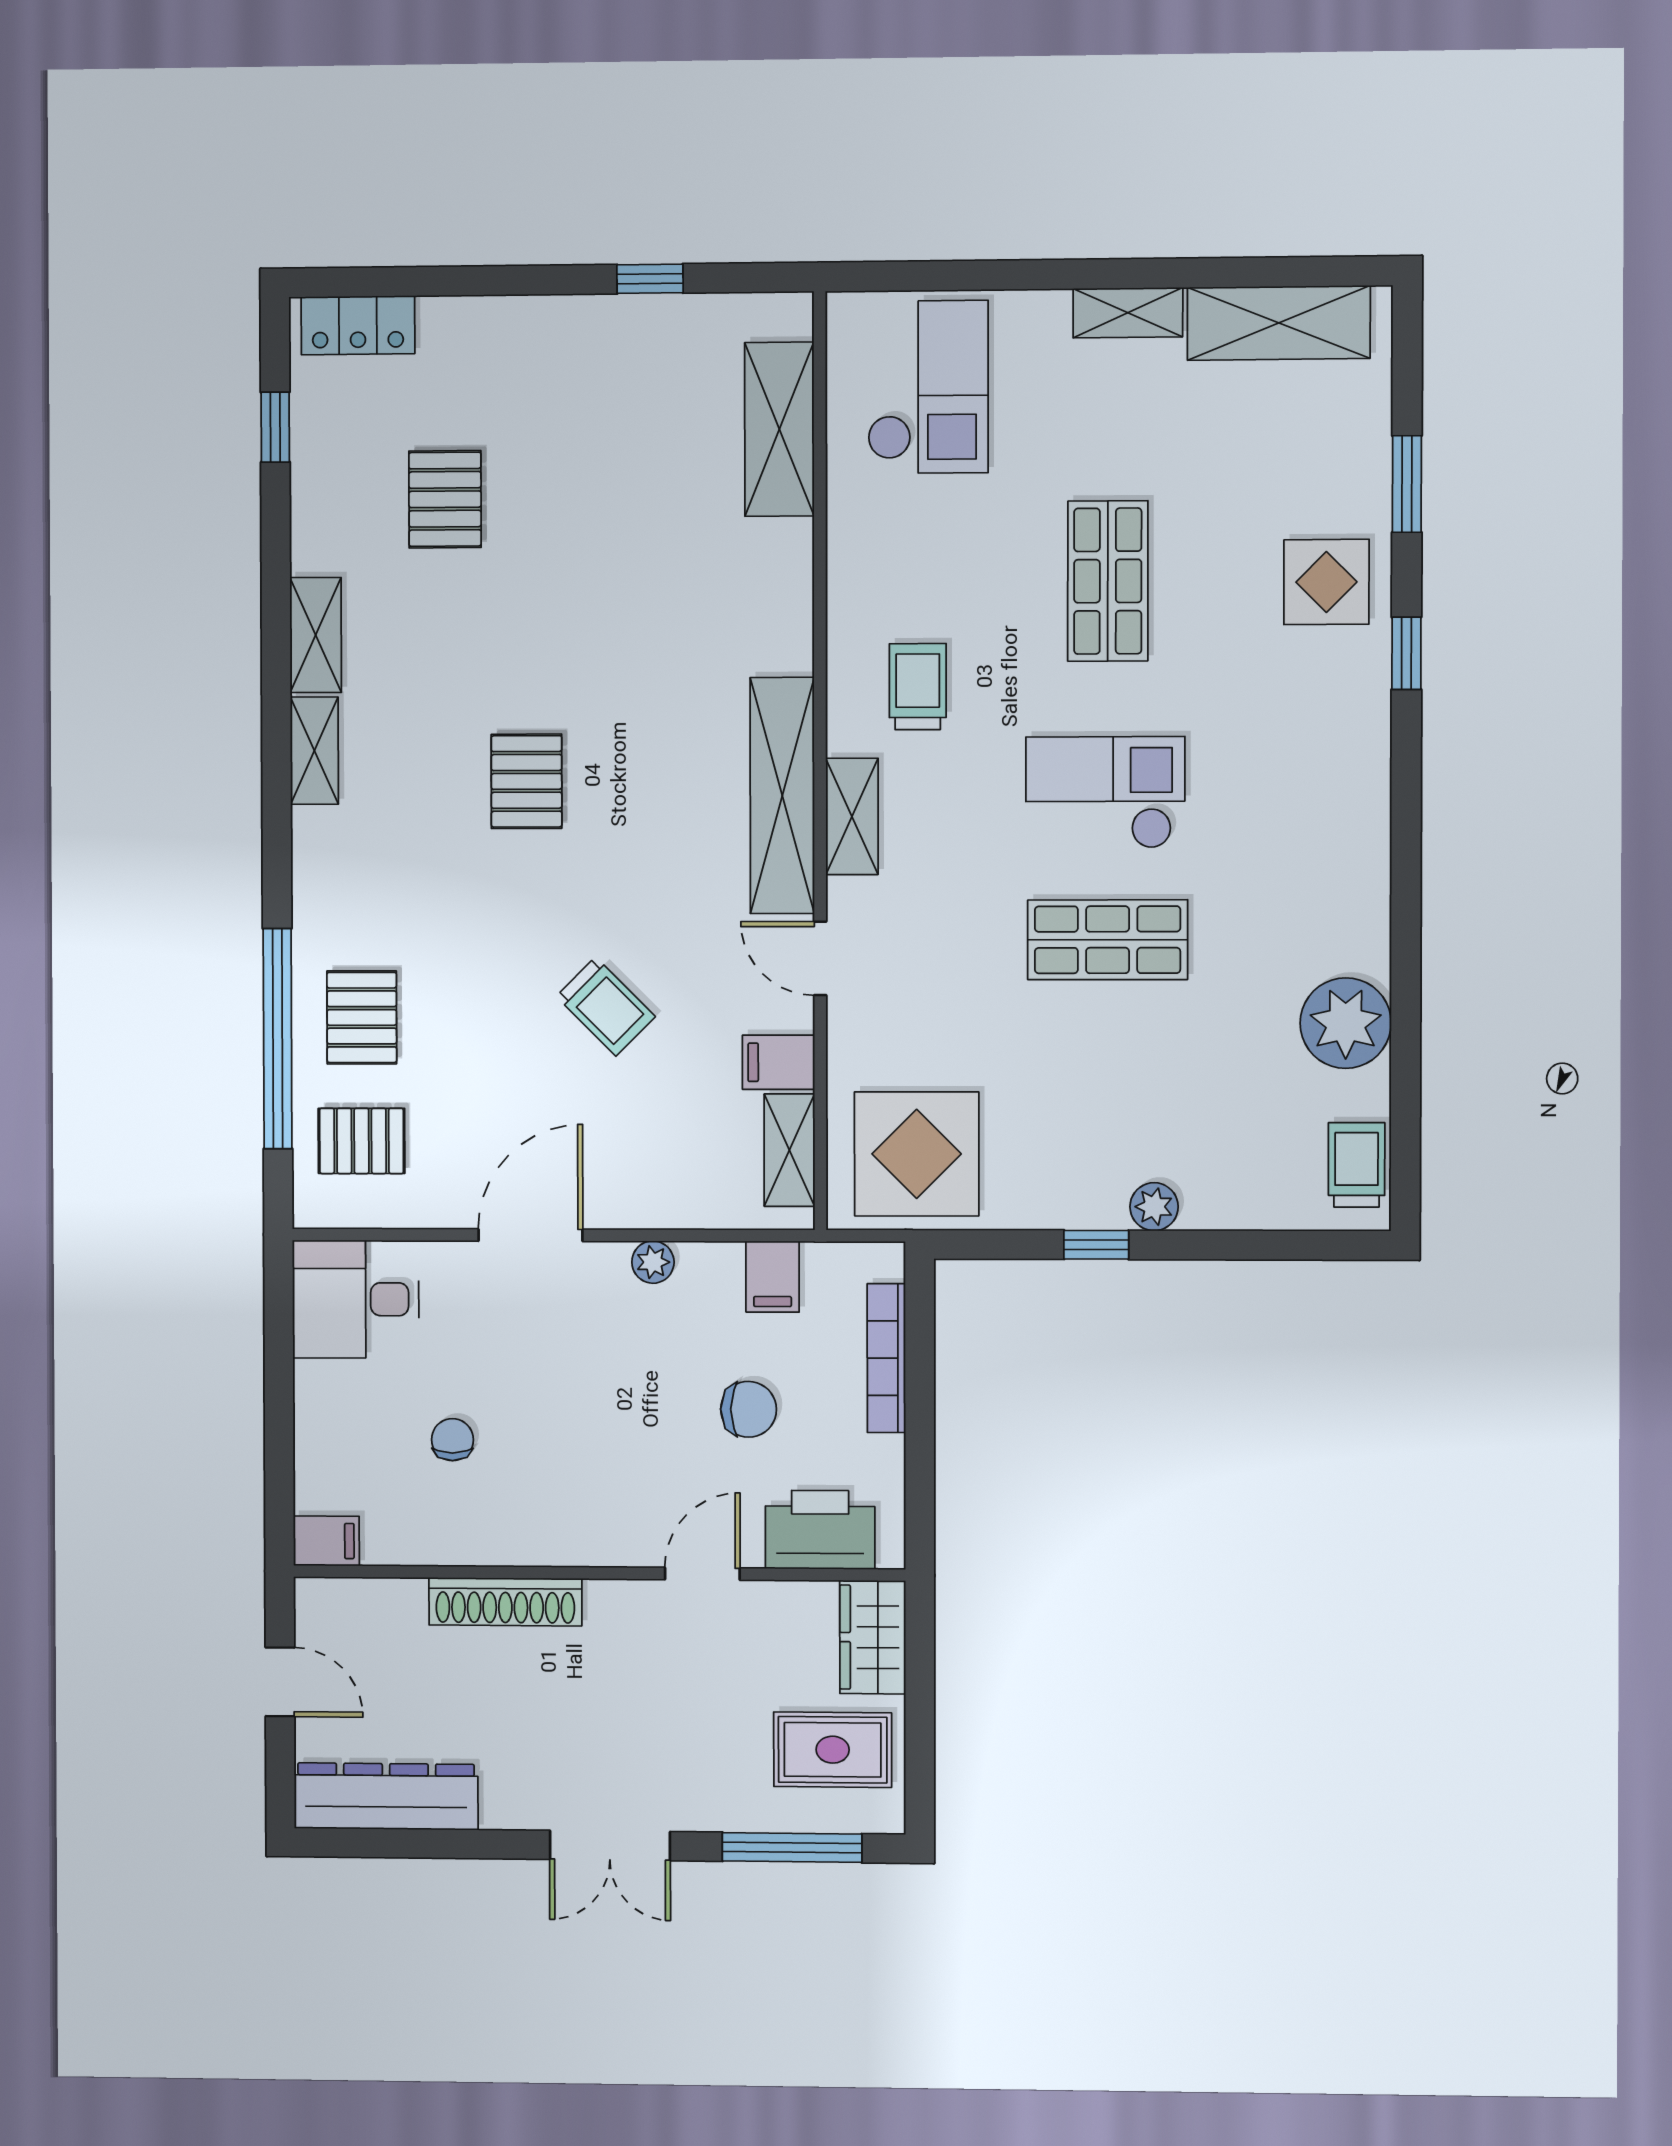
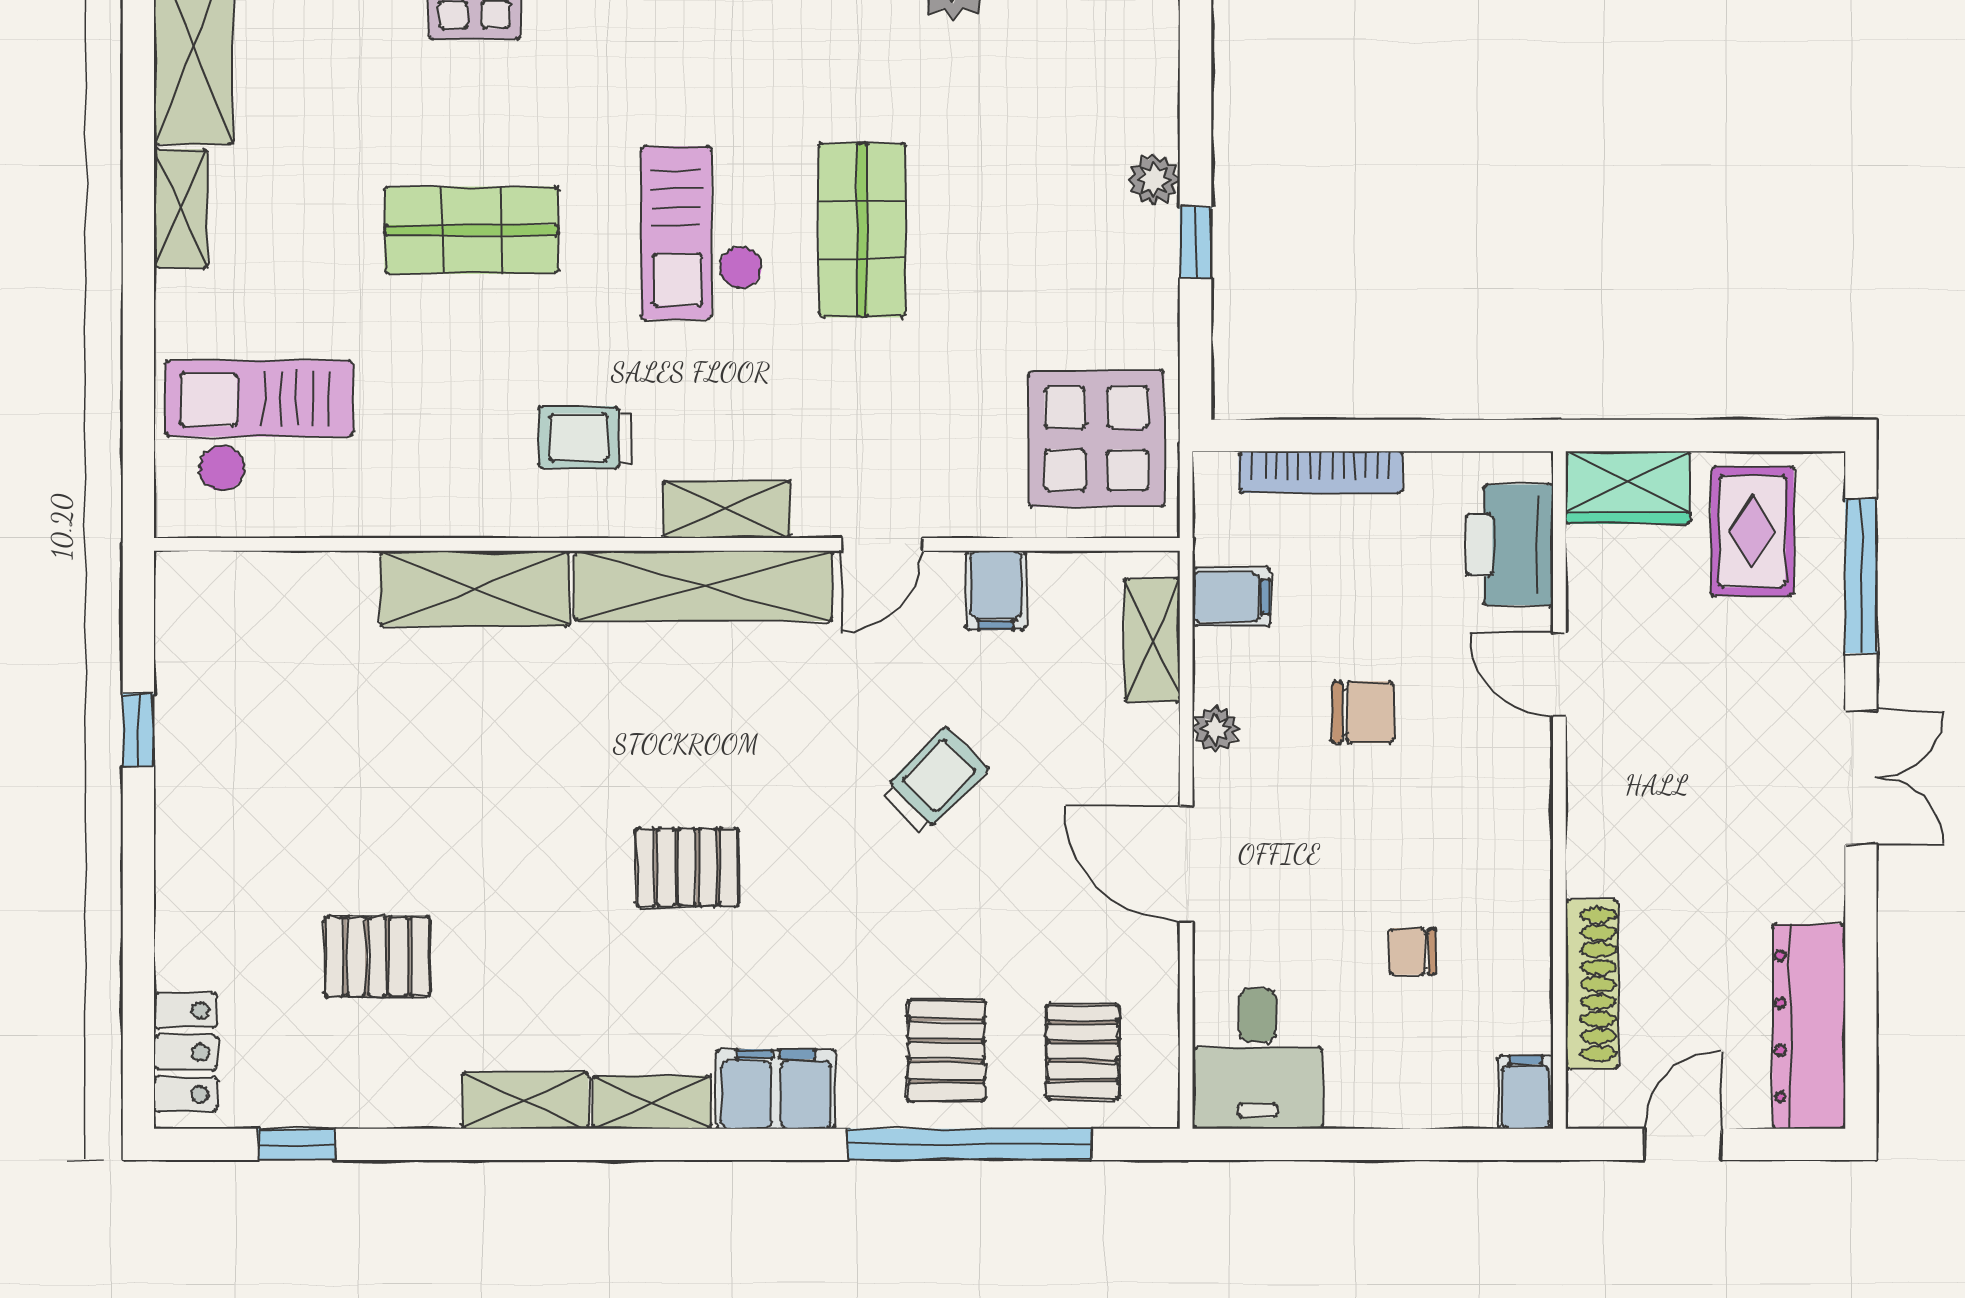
shelving: (779, 429) -> (475, 588), moved
filing cabinet: (327, 863) -> (776, 1089), added
pallet: (362, 1017) -> (946, 1051), turned 90
shelving: (789, 1150) -> (1152, 640), moved, turned 90
chair: (749, 1409) -> (1363, 712), moved, turned 90
shoe rack: (505, 1602) -> (1592, 984), moved

